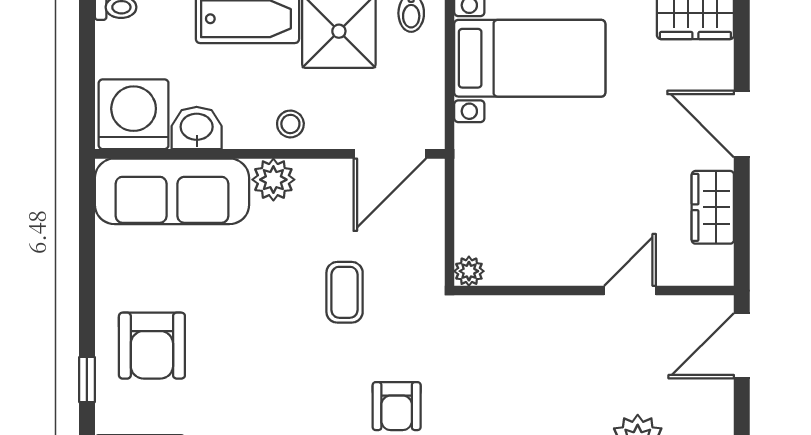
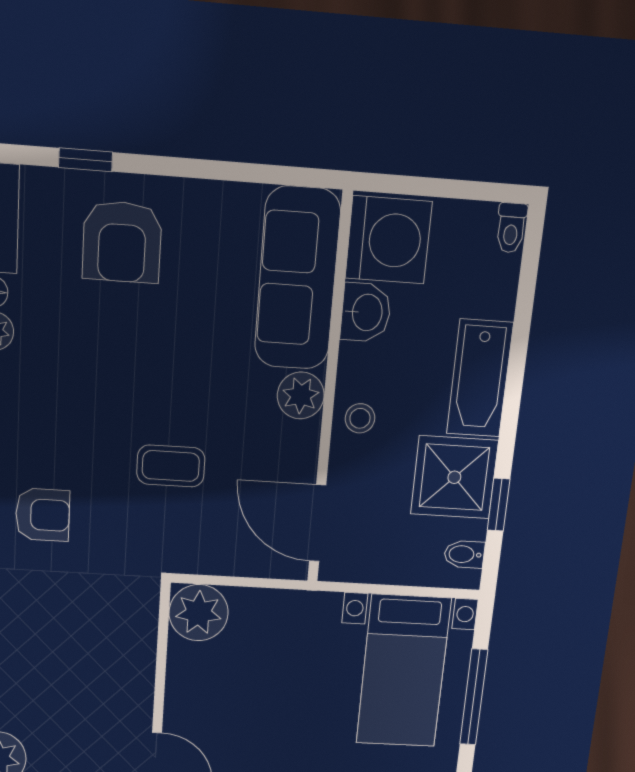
plant: (469, 271) -> (199, 613), width x1.88, depth x1.88
armchair: (152, 346) -> (122, 242), turned -90
armchair: (397, 406) -> (43, 515), turned 180

